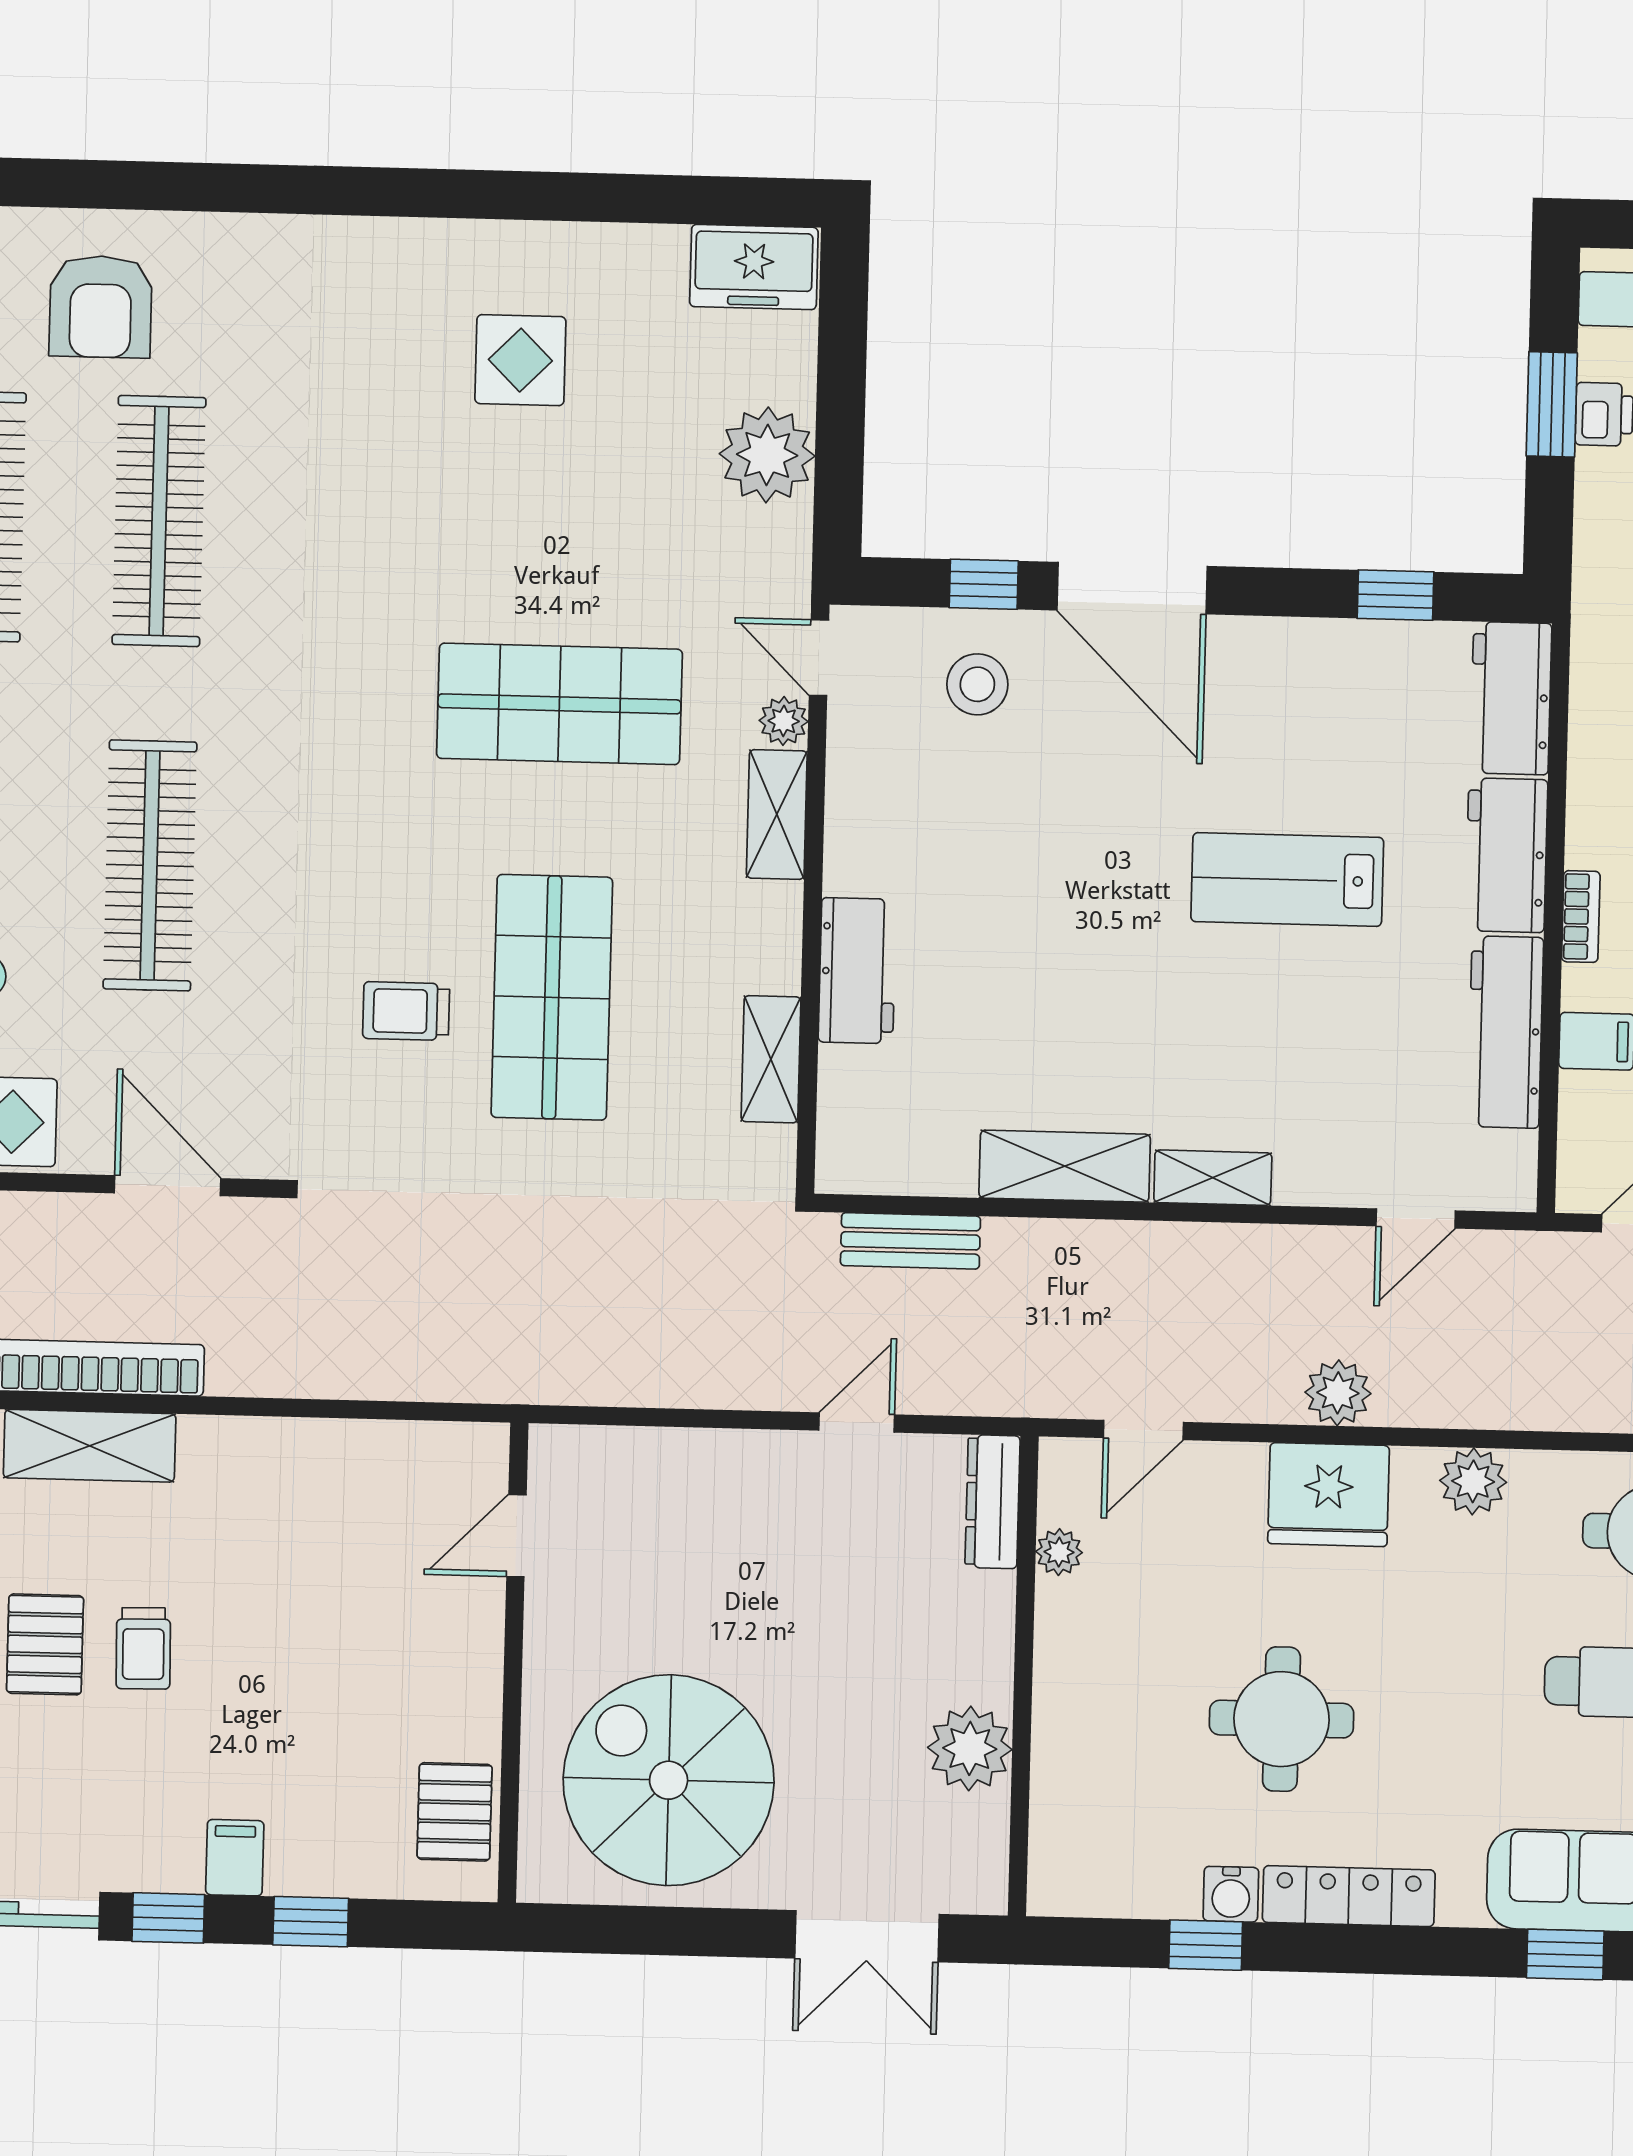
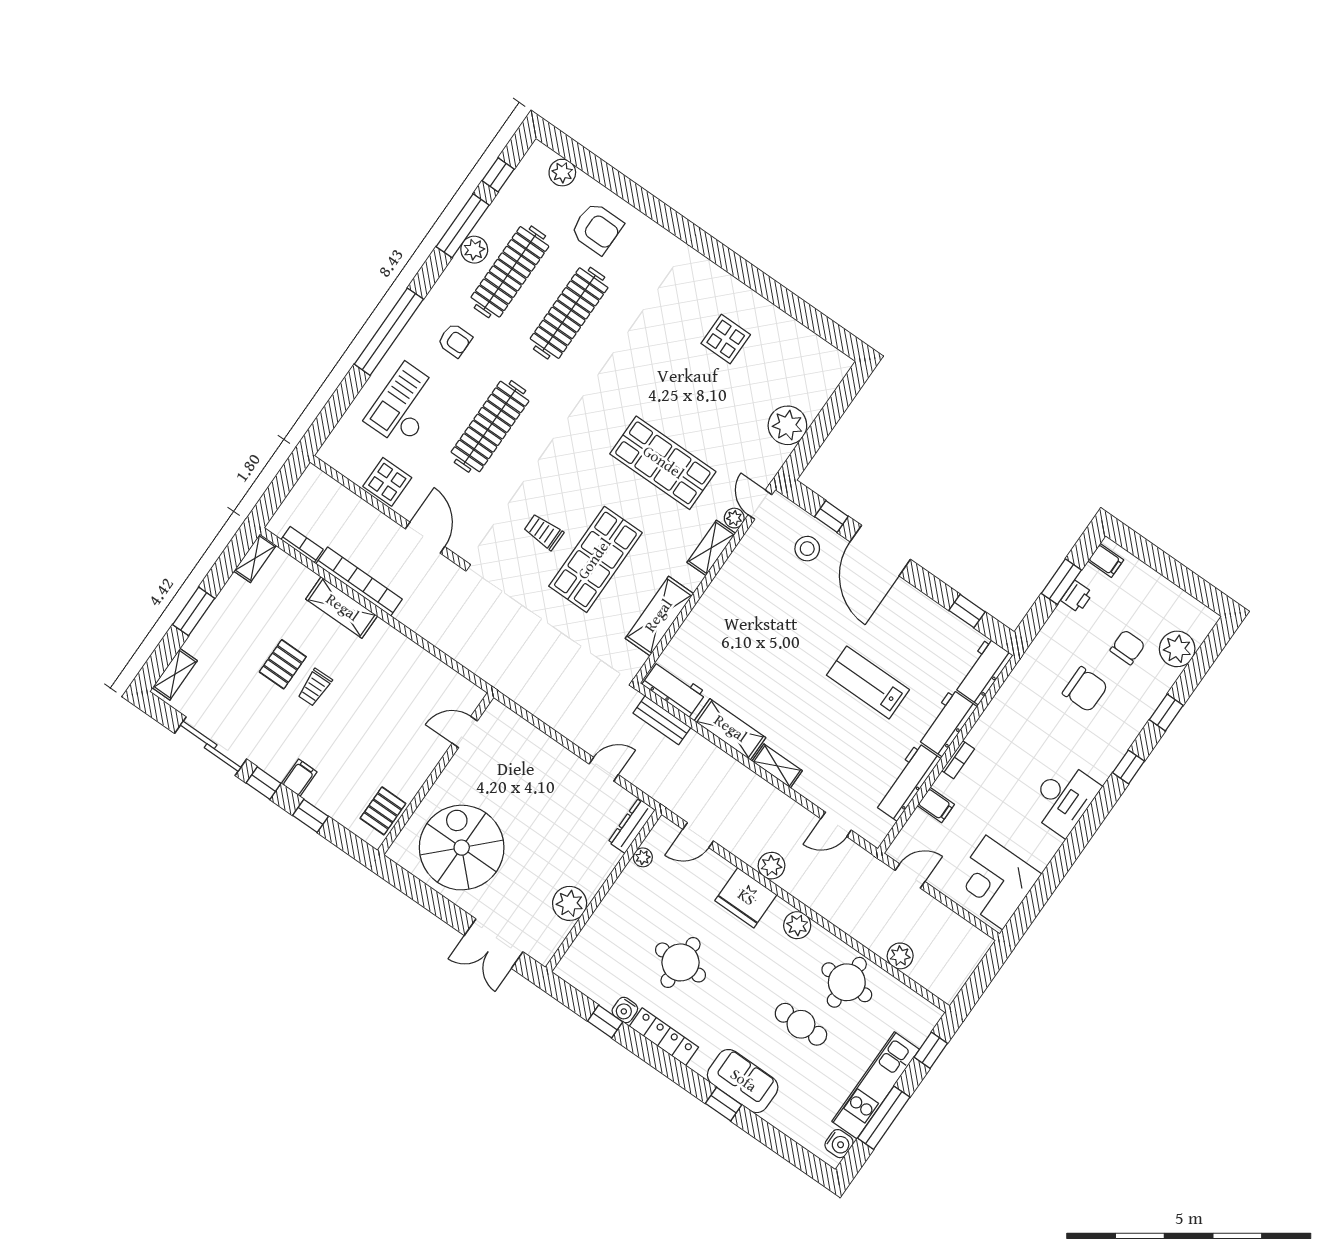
freezer: (754, 267) -> (825, 359), removed
armchair: (101, 307) -> (597, 228), turned -90
workbench: (857, 971) -> (674, 689), moved, turned -90
shelving: (771, 1059) -> (659, 616), width x1.50, depth x1.33

